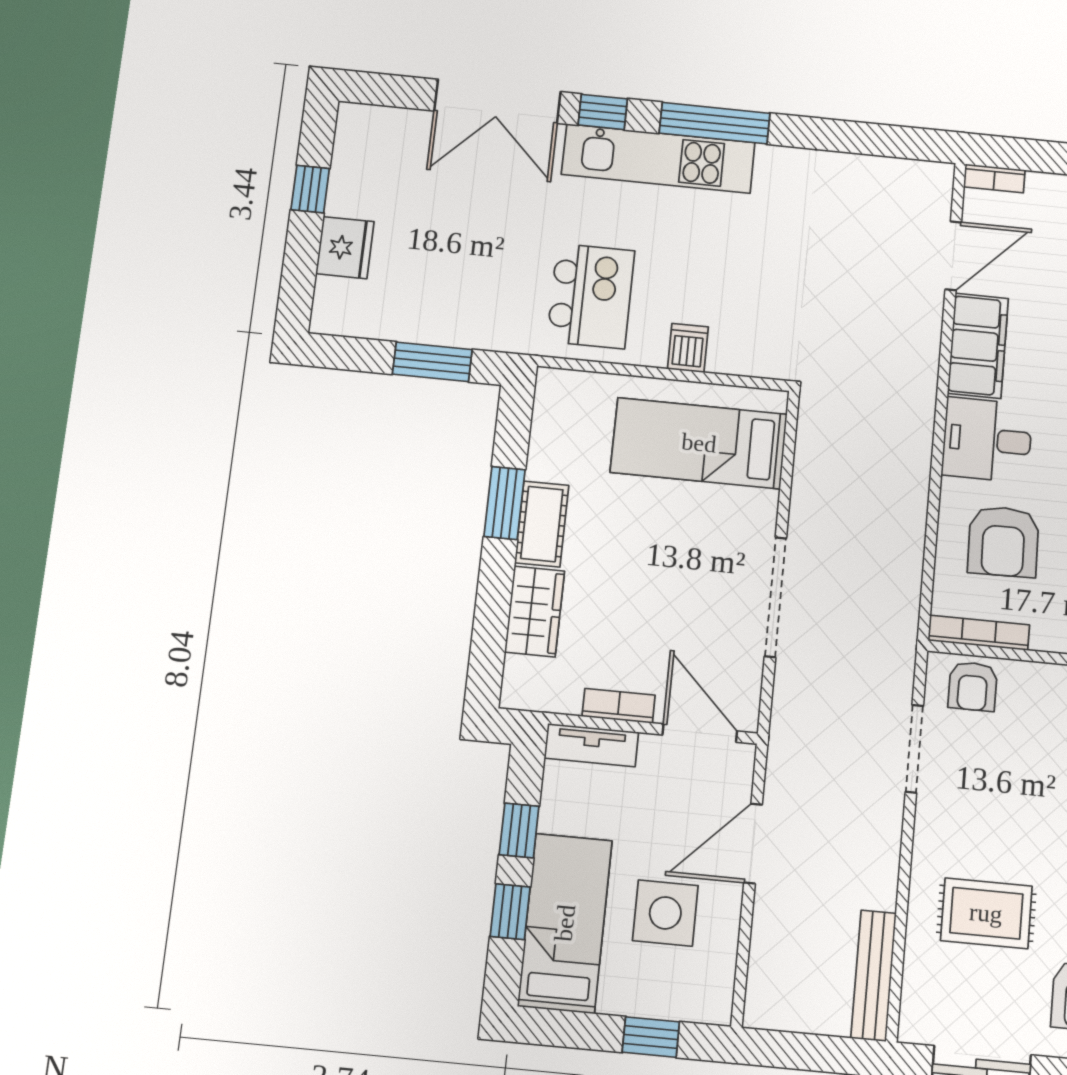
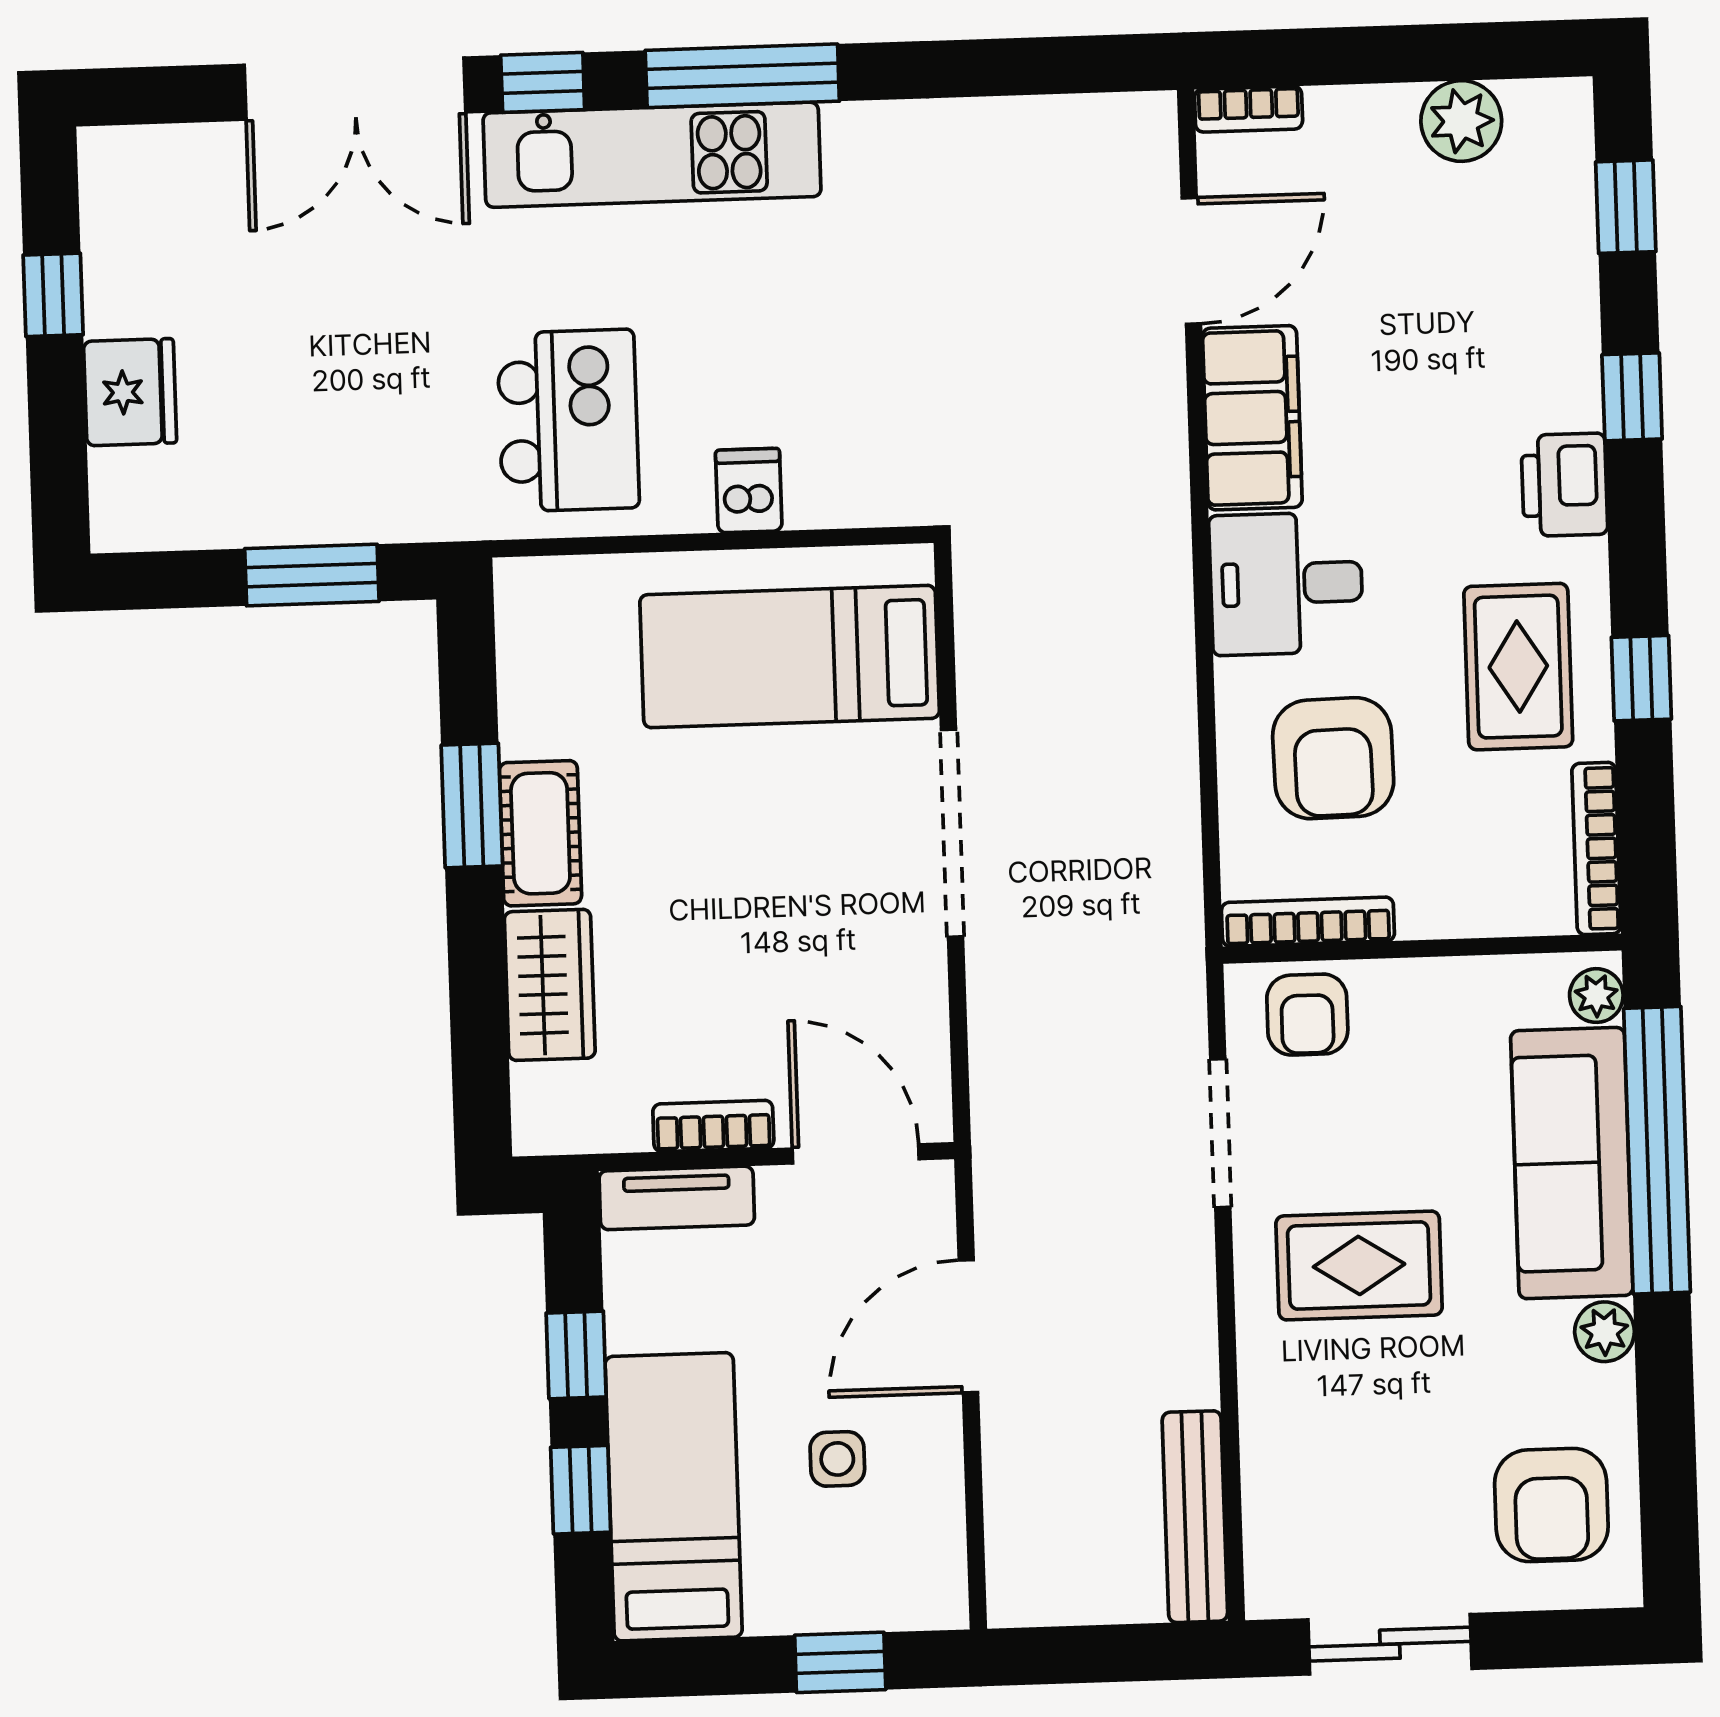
doorway: (775, 597) -> (952, 833), moved
side table: (665, 913) -> (837, 1459), width x0.54, depth x0.54
rug: (986, 913) -> (1359, 1265), moved

